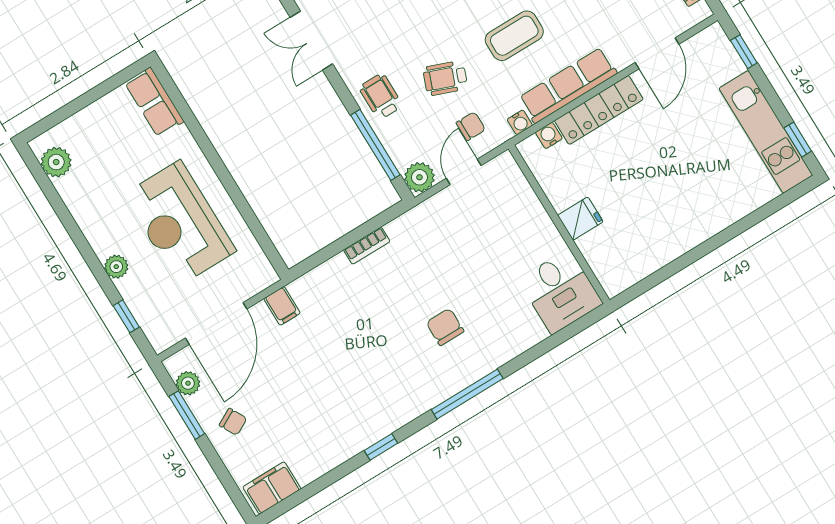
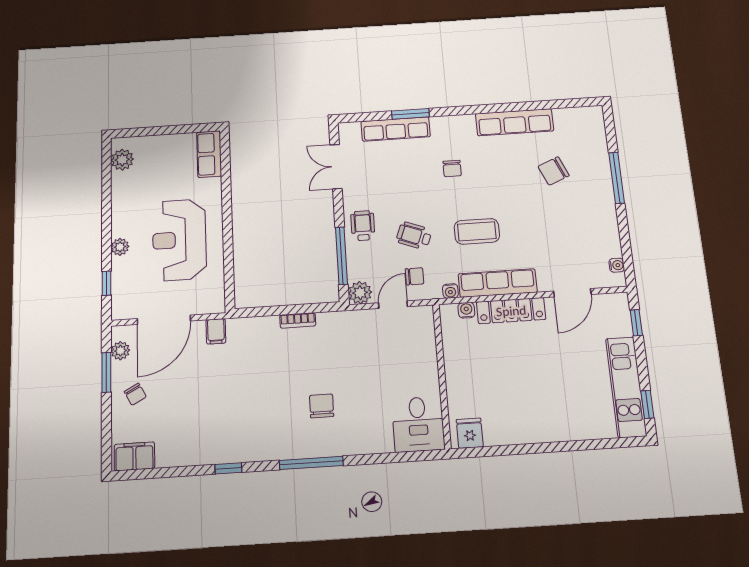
fridge: (580, 218) -> (470, 433), moved, turned -90

